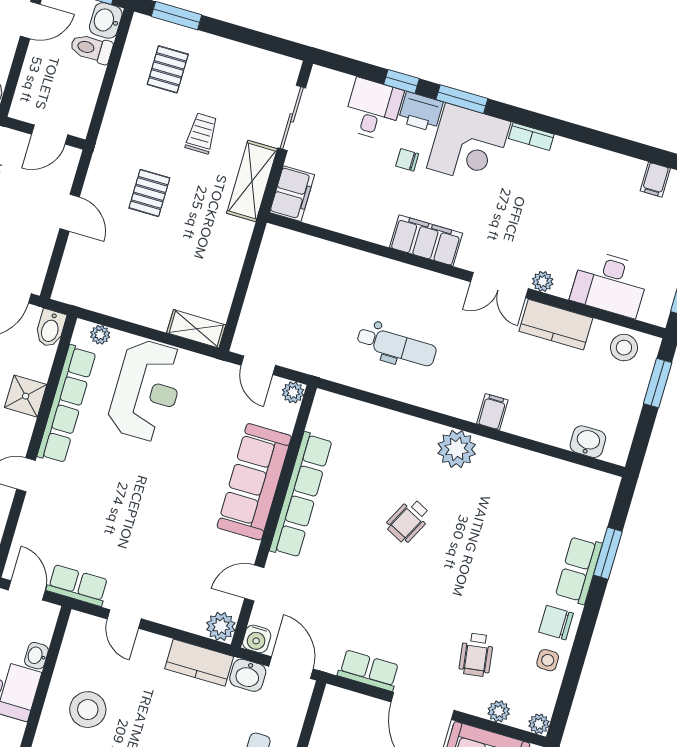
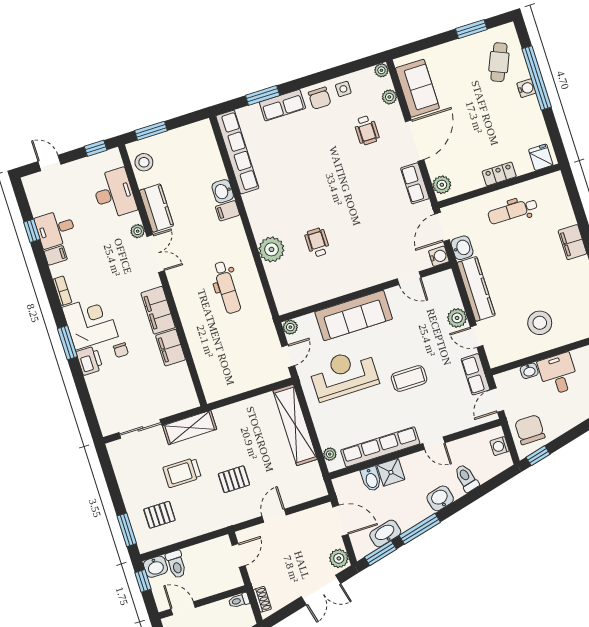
window: (402, 81) -> (32, 231), moved
desk: (373, 109) -> (55, 229), moved
trolley: (202, 133) -> (182, 473), width x1.36, depth x1.39
door: (50, 135) -> (239, 555), hinge flipped
filing cabinet: (655, 180) -> (56, 255), moved
filing cabinet: (292, 194) -> (171, 348), moved, turned -90
bidet: (50, 328) -> (371, 479), moved, turned 90
shelving: (196, 329) -> (295, 425), width x2.20, depth x1.33
dental chair: (397, 346) -> (227, 287), turned 180
reception desk: (147, 390) -> (344, 374), moved
washbasin: (588, 442) -> (223, 191), moved
plant: (457, 449) -> (271, 249), moved
row of seats: (301, 495) -> (237, 152), moved, turned 90
coffee table: (128, 498) -> (409, 378), added
wheelchair: (408, 521) -> (317, 242), moved, turned -117
door: (124, 619) -> (477, 336), swing flipped
plant: (221, 626) -> (457, 318), moved
wheelchair: (476, 655) -> (367, 130), turned 98
kitchen counter: (199, 663) -> (476, 289), width x1.50
plant: (344, 703) -> (442, 185), added

